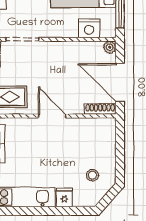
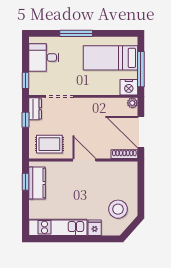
nightstand: (89, 28) -> (129, 87), moved
stool: (92, 175) -> (118, 209), width x1.89, depth x1.89

